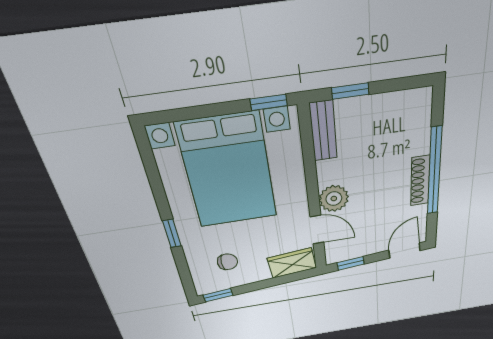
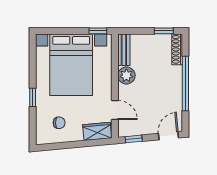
window: (350, 91) -> (164, 31), moved
shoe rack: (420, 181) -> (177, 49), moved
plant: (334, 199) -> (126, 75), moved
window: (218, 295) -> (48, 147), removed

